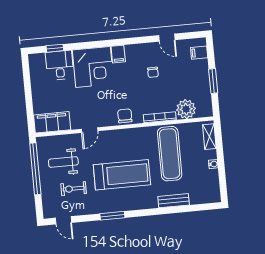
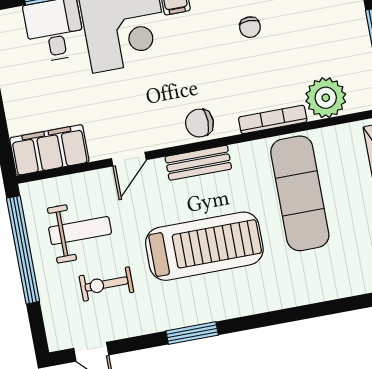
chair: (125, 116) -> (199, 123), turned -90
weight bench: (63, 162) -> (80, 231), turned 180
bench: (174, 201) -> (198, 163), moved

